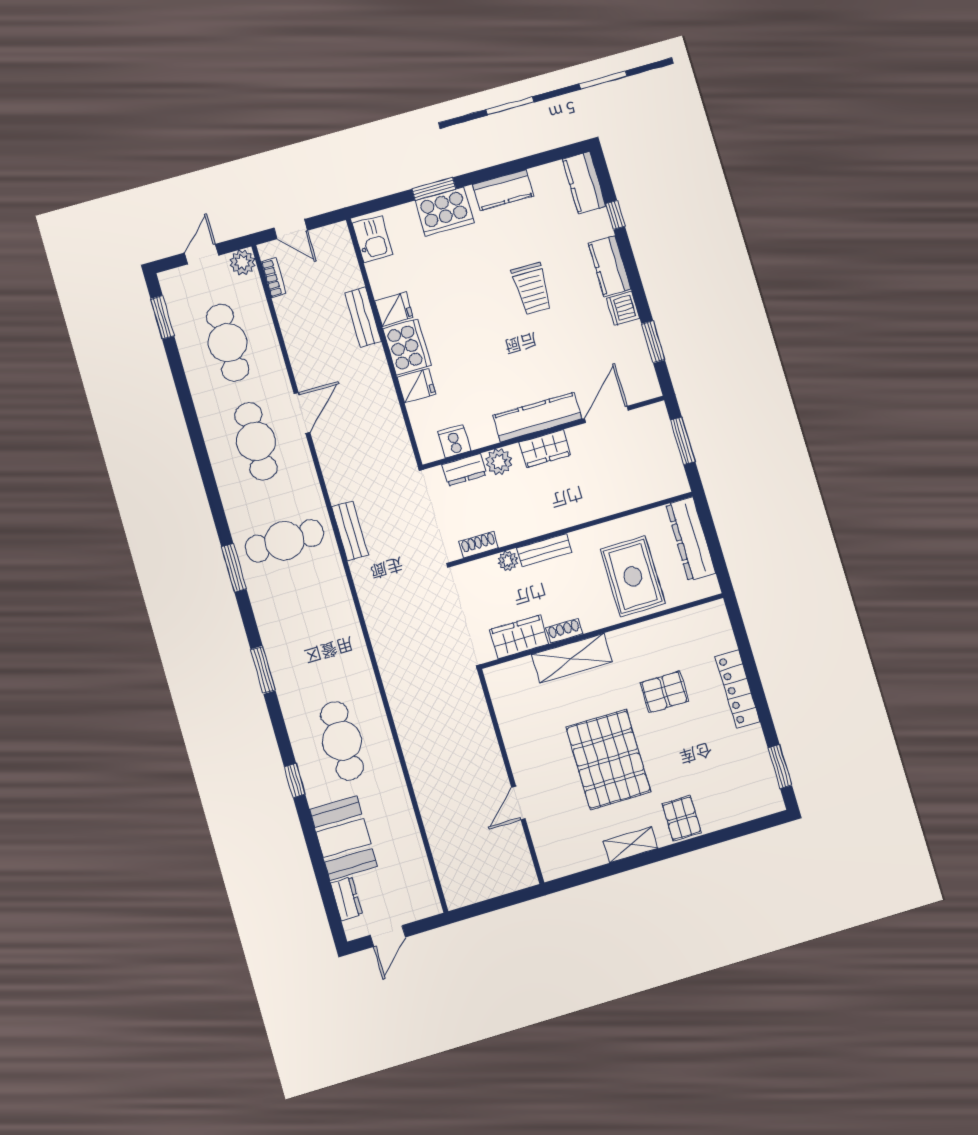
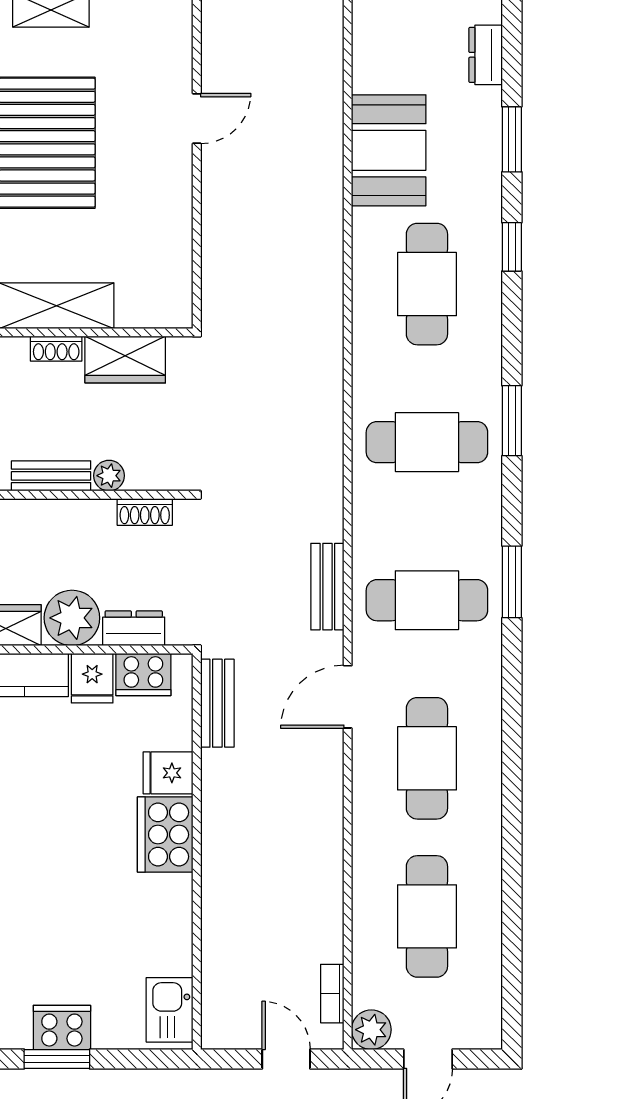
cooker: (444, 212) -> (62, 1027), width x0.73, depth x0.76
fridge: (394, 309) -> (92, 678), moved, turned -90
window: (162, 317) -> (512, 139), moved
bench: (363, 317) -> (217, 703), moved
door: (302, 413) -> (348, 697), moved
cooker: (454, 441) -> (143, 674), width x1.36
plant: (499, 462) -> (72, 618), width x1.36, depth x1.36
cafe table: (313, 641) -> (427, 442), added
booth: (343, 838) -> (389, 150), moved

